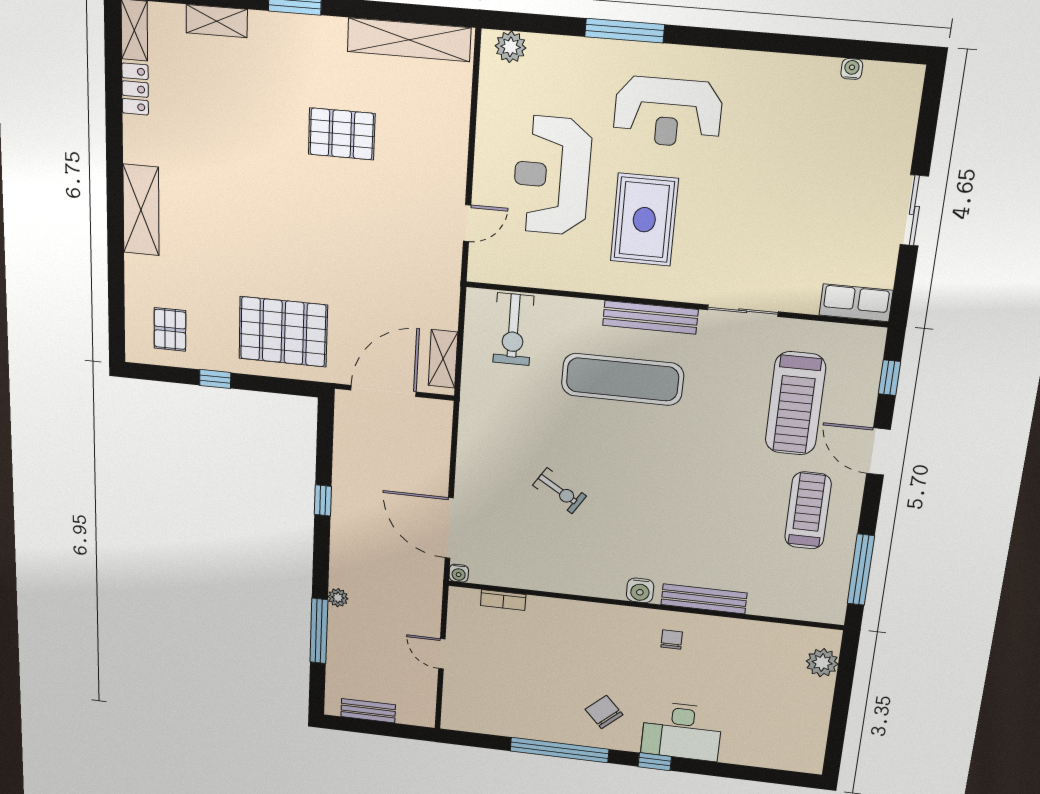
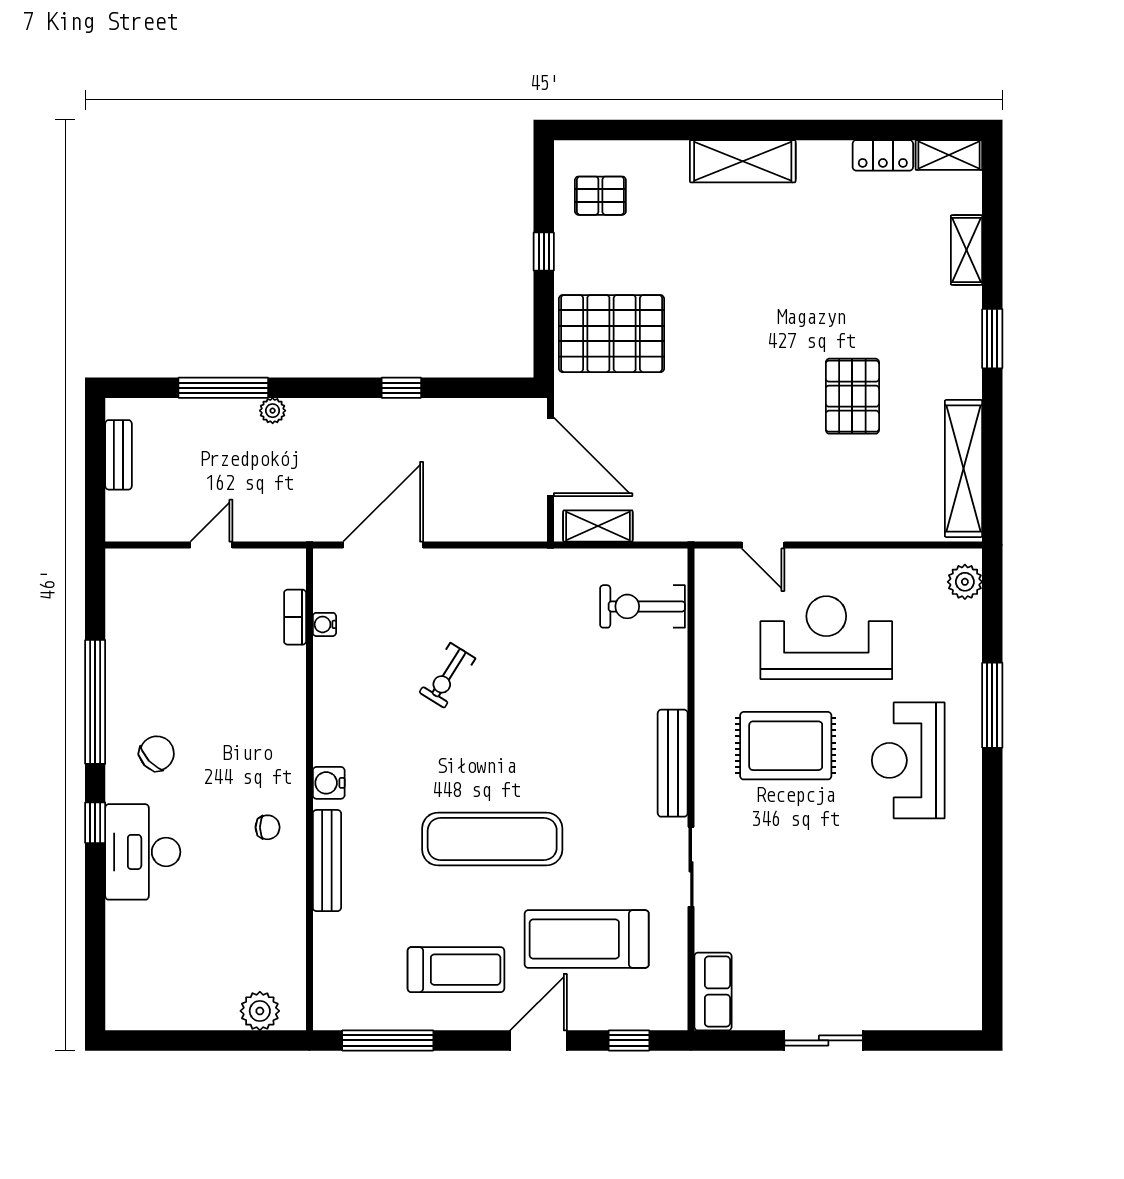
water cooler: (852, 69) -> (971, 953), removed
pallet: (283, 332) -> (612, 334), turned 90
exercise mat: (622, 379) -> (492, 839), moved, turned 90
water cooler: (459, 573) -> (324, 624), moved

